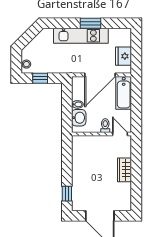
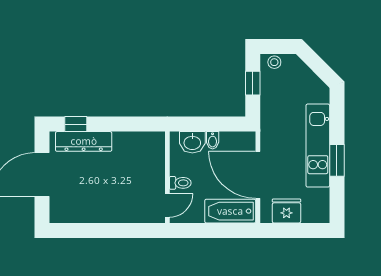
wardrobe: (125, 170) -> (112, 212), removed
dresser: (78, 189) -> (84, 141), added

